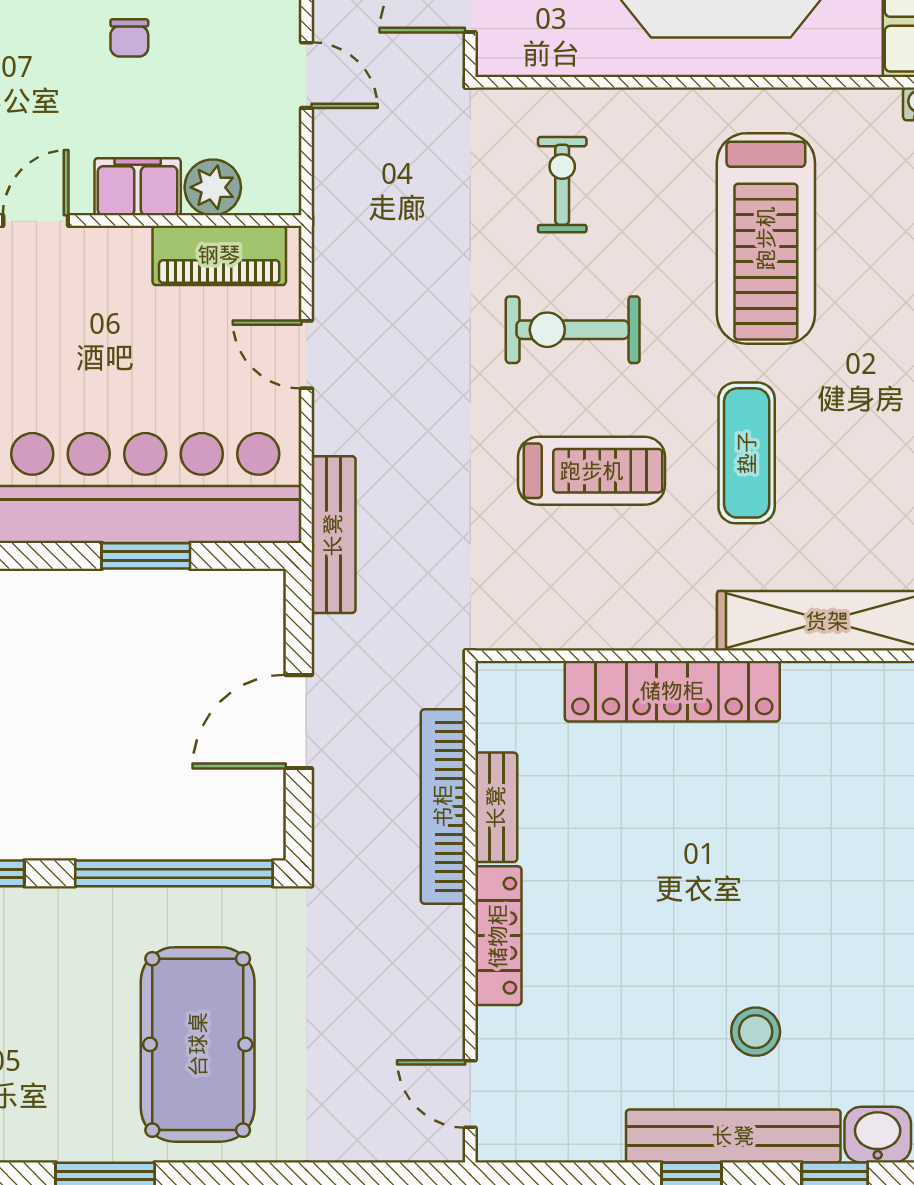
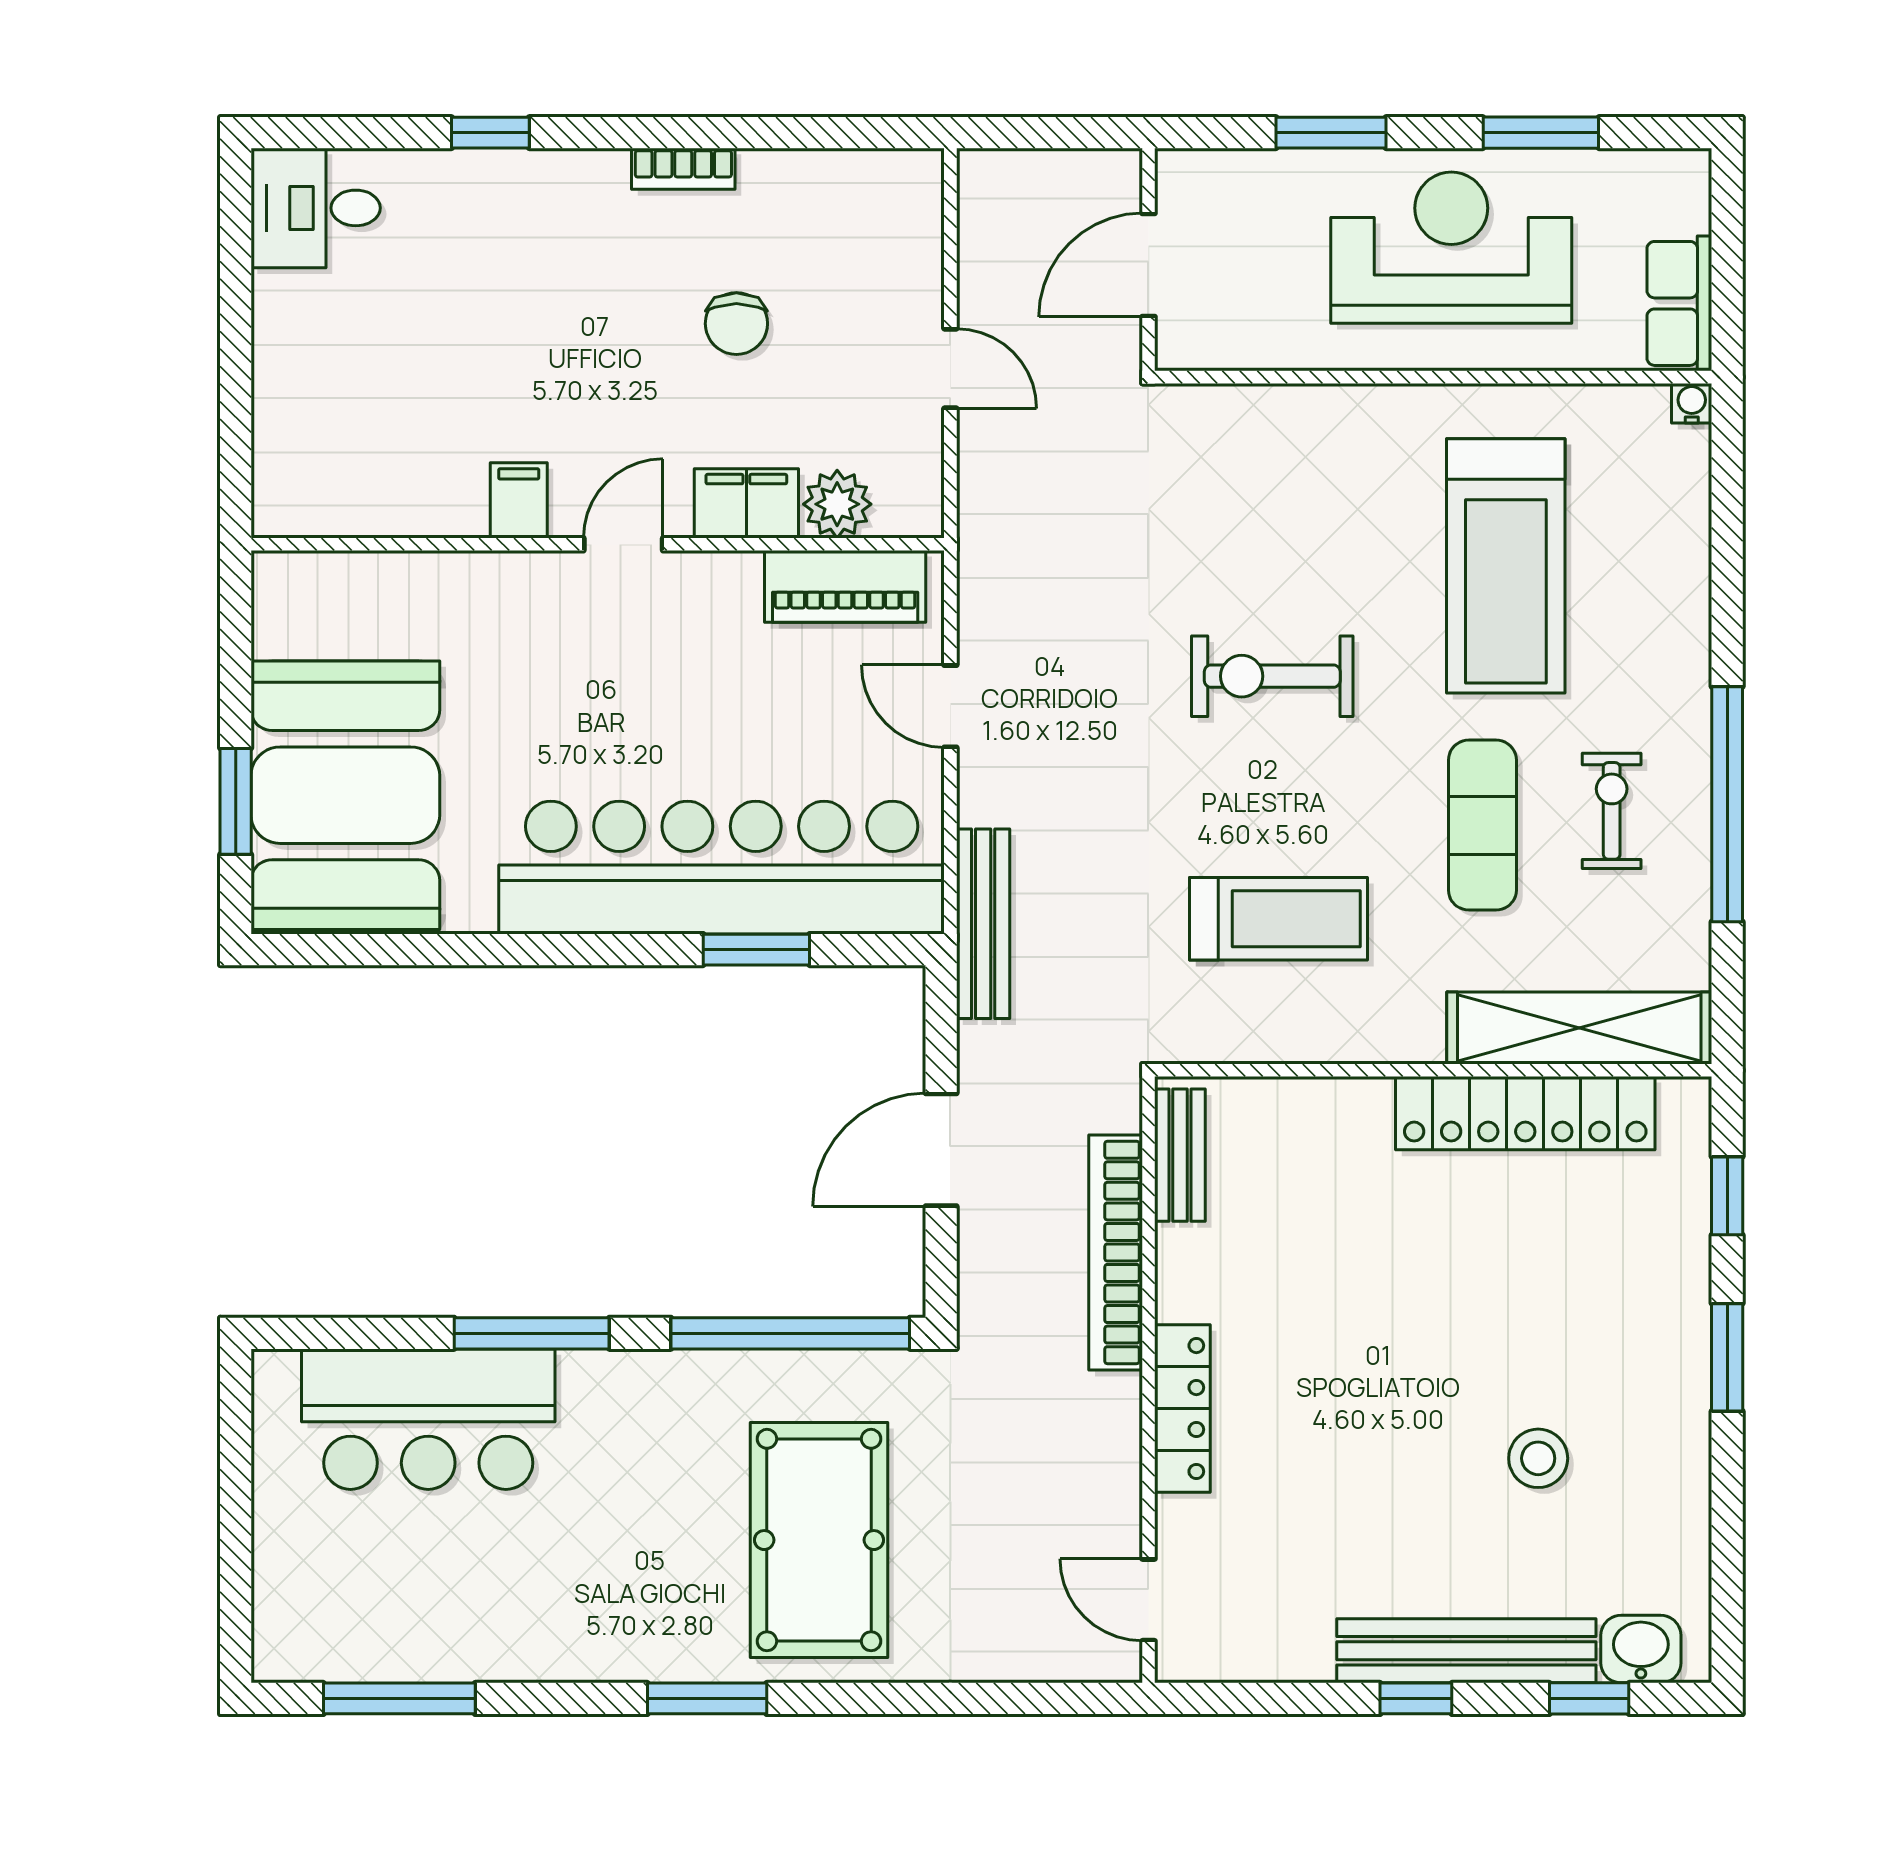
chair: (129, 38) -> (736, 324), width x1.37, depth x1.37
exercise bike: (562, 185) -> (1612, 811), moved
treadmill: (592, 471) -> (1279, 919), moved
locker: (672, 691) -> (1525, 1113), moved
bench: (496, 807) -> (1180, 1155), moved
stool: (756, 1032) -> (1538, 1458), moved

